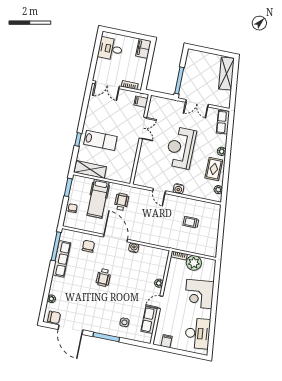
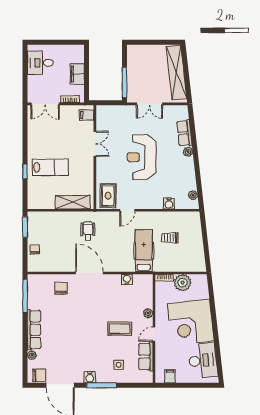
filing cabinet: (144, 49) -> (77, 74), moved
shelving: (226, 74) -> (176, 72), width x1.47
row of seats: (223, 122) -> (184, 133), moved
rug: (214, 169) -> (108, 196), moved
shelving: (90, 170) -> (73, 202), moved
water cooler: (178, 189) -> (169, 204), moved
door: (159, 191) -> (127, 210), hinge flipped
hospital bed: (98, 198) -> (144, 251), moved, turned 180
water cooler: (134, 248) -> (127, 279), moved
row of seats: (61, 259) -> (34, 330), moved
wheelchair: (103, 277) -> (85, 320), removed
coffee table: (132, 291) -> (120, 329), added
corner desk: (199, 294) -> (191, 322), width x1.36, depth x1.36
water cooler: (97, 328) -> (90, 377), added

